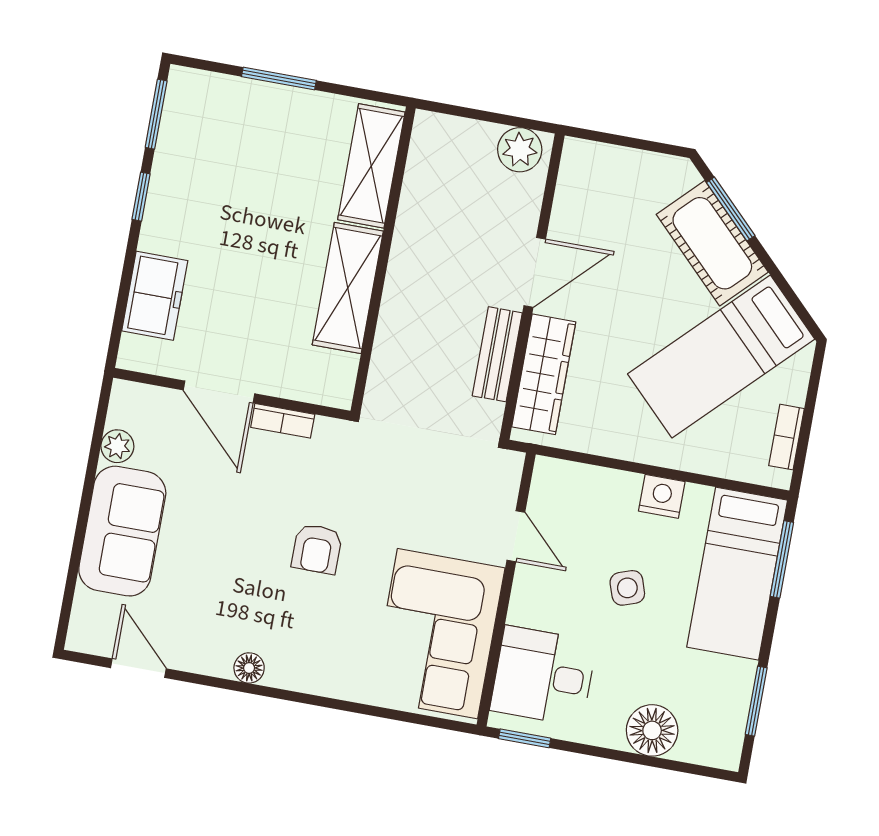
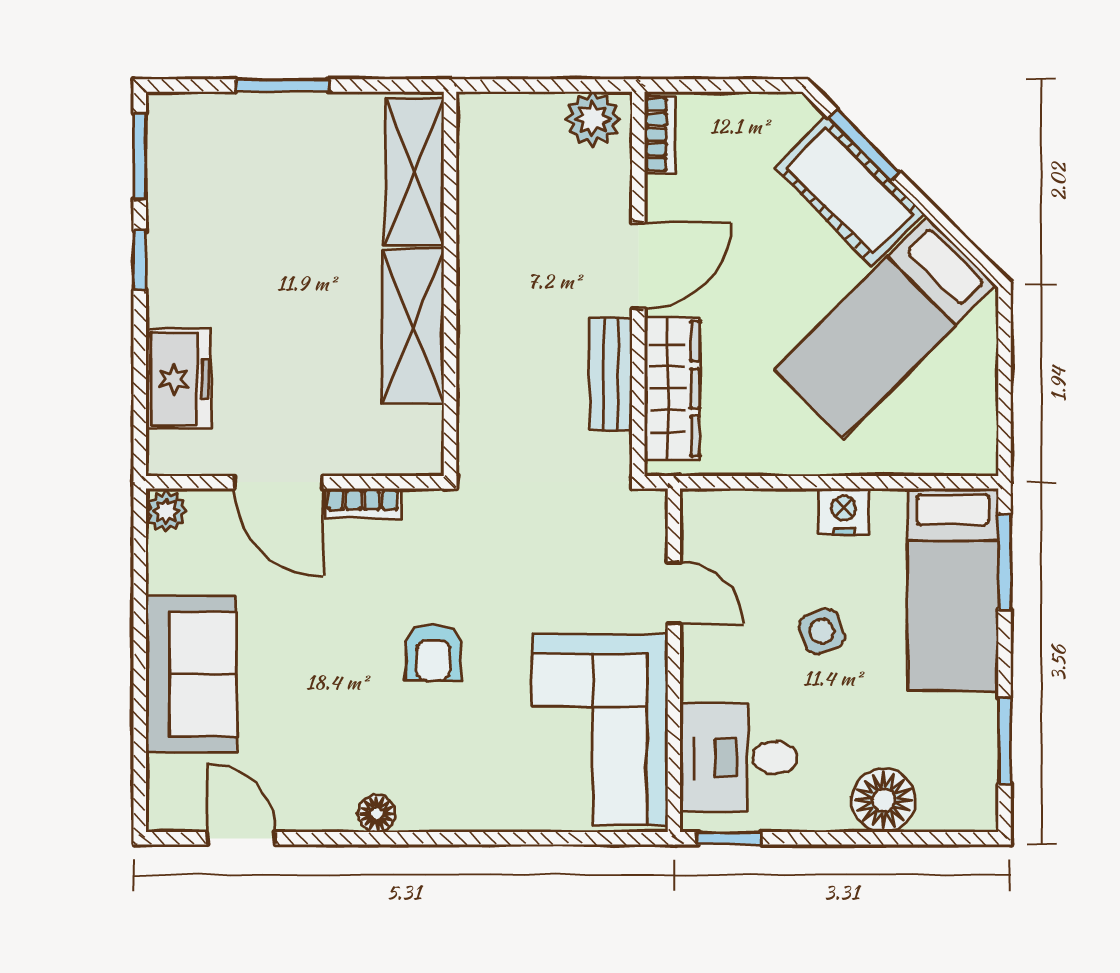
bookcase: (786, 437) -> (660, 134), moved, turned 180
plant: (117, 446) -> (166, 511), moved

